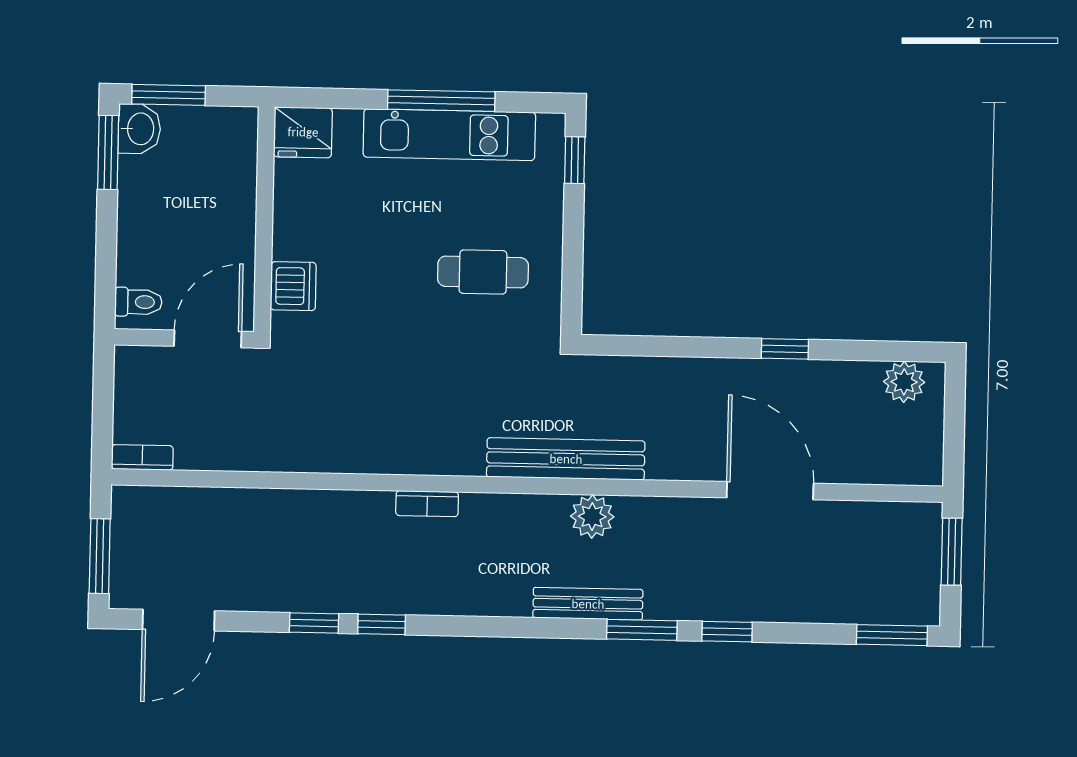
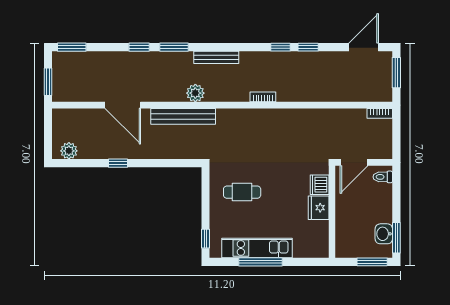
washbasin: (139, 129) -> (384, 234), moved
fridge: (303, 132) -> (319, 208), moved, turned -90
bench: (566, 459) -> (183, 116), moved
bench: (588, 604) -> (216, 57), moved

